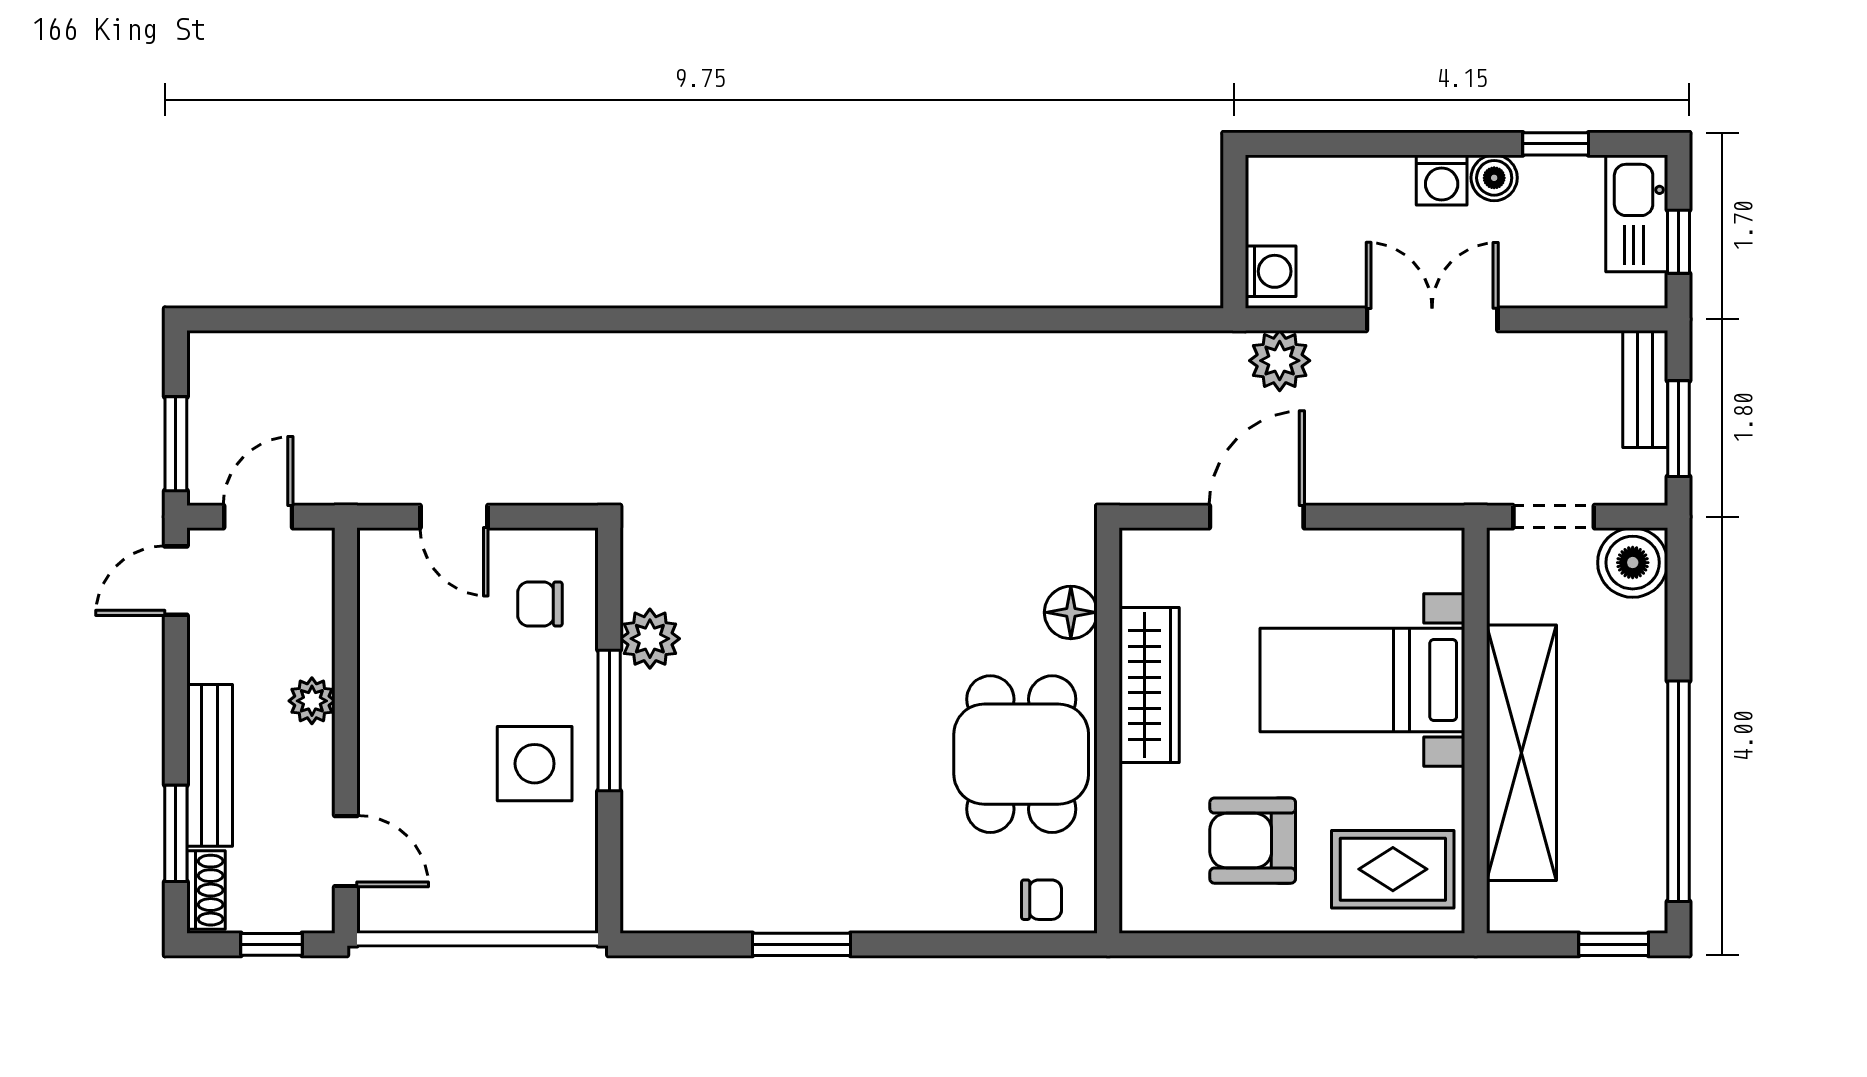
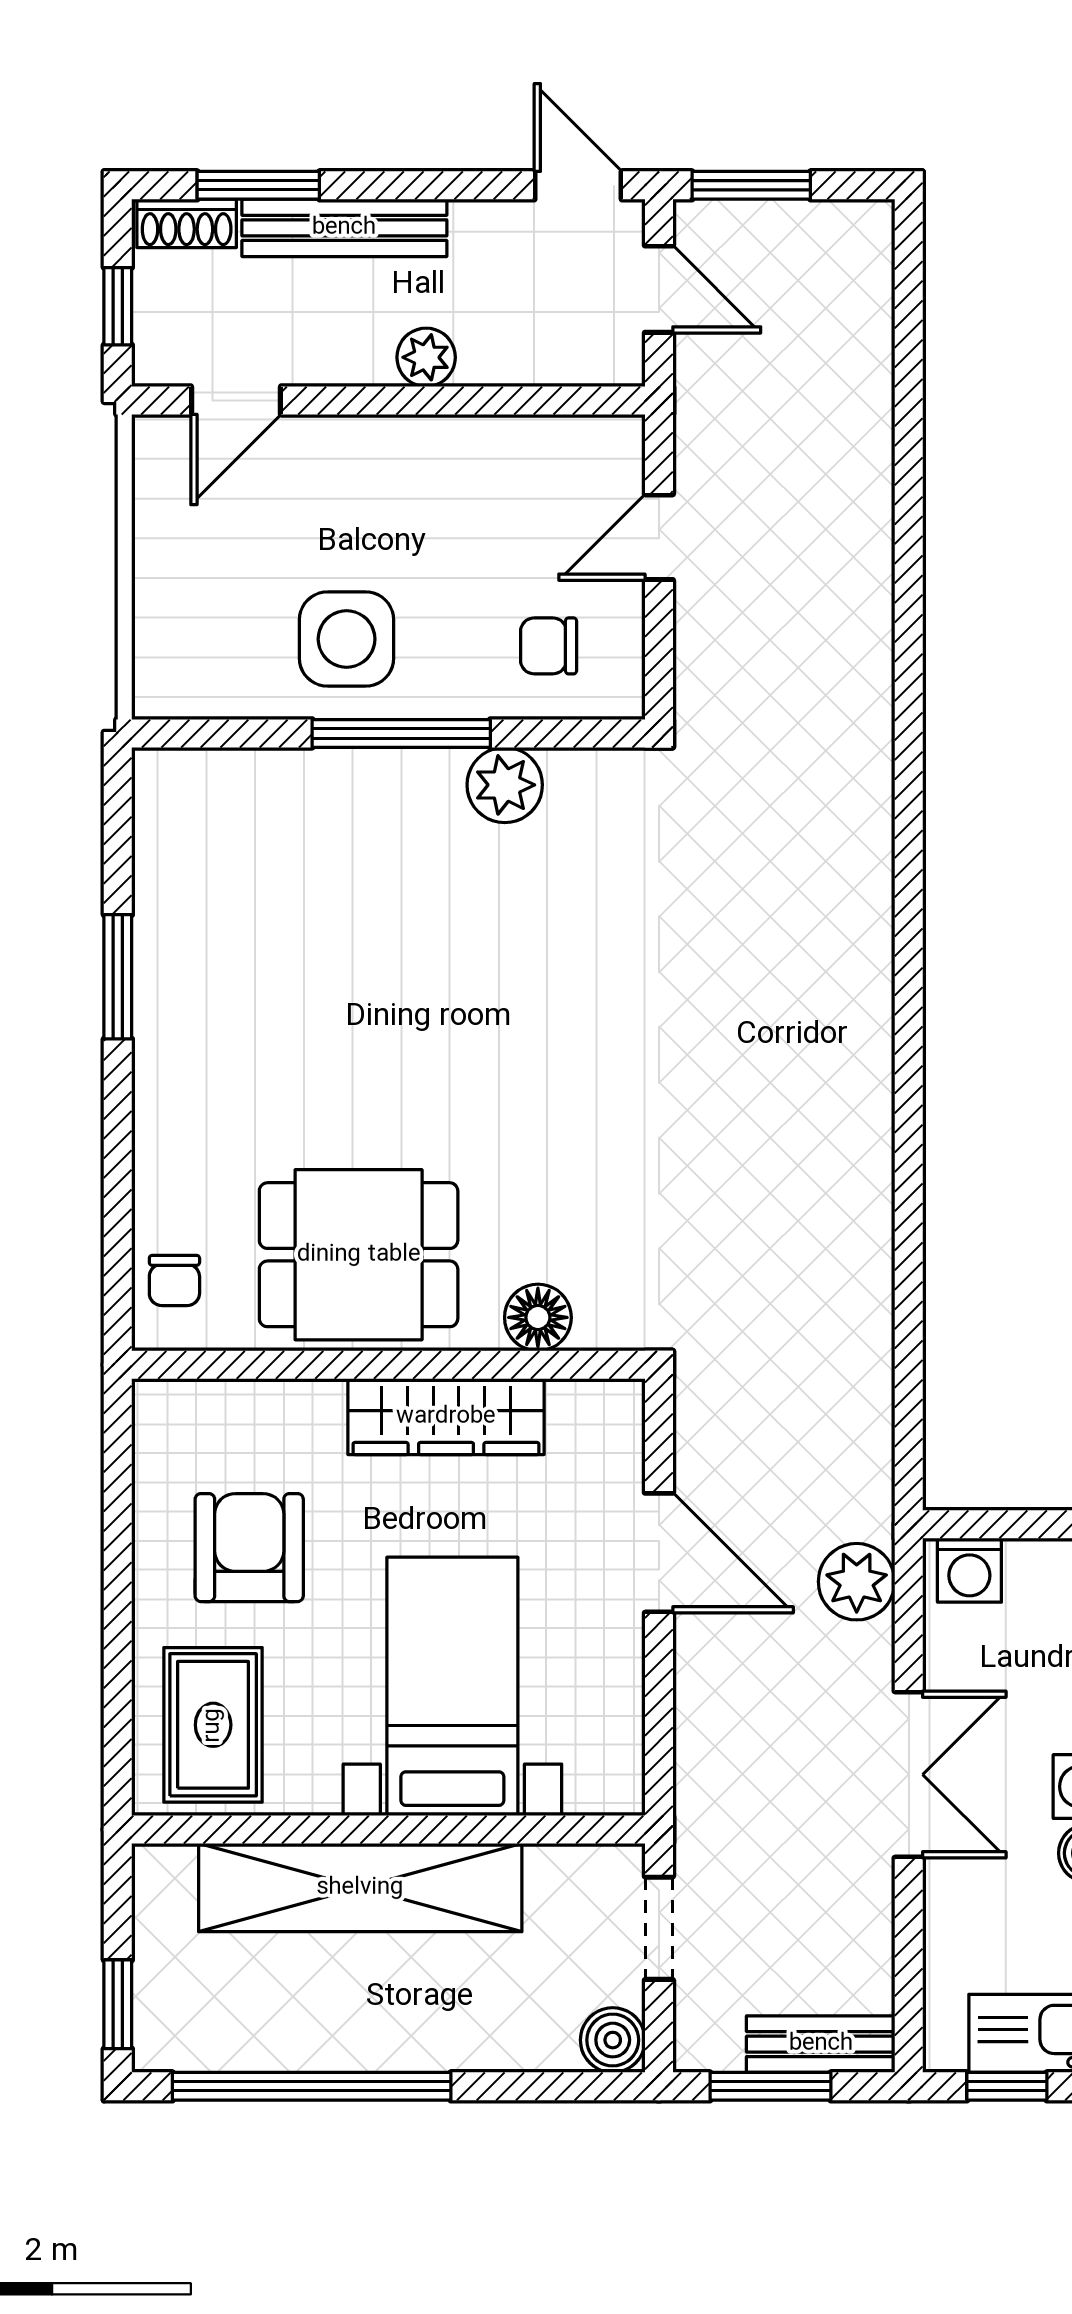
boiler: (1633, 563) -> (613, 2040), width x0.73, depth x0.73
chair: (540, 604) -> (549, 646), turned -90

